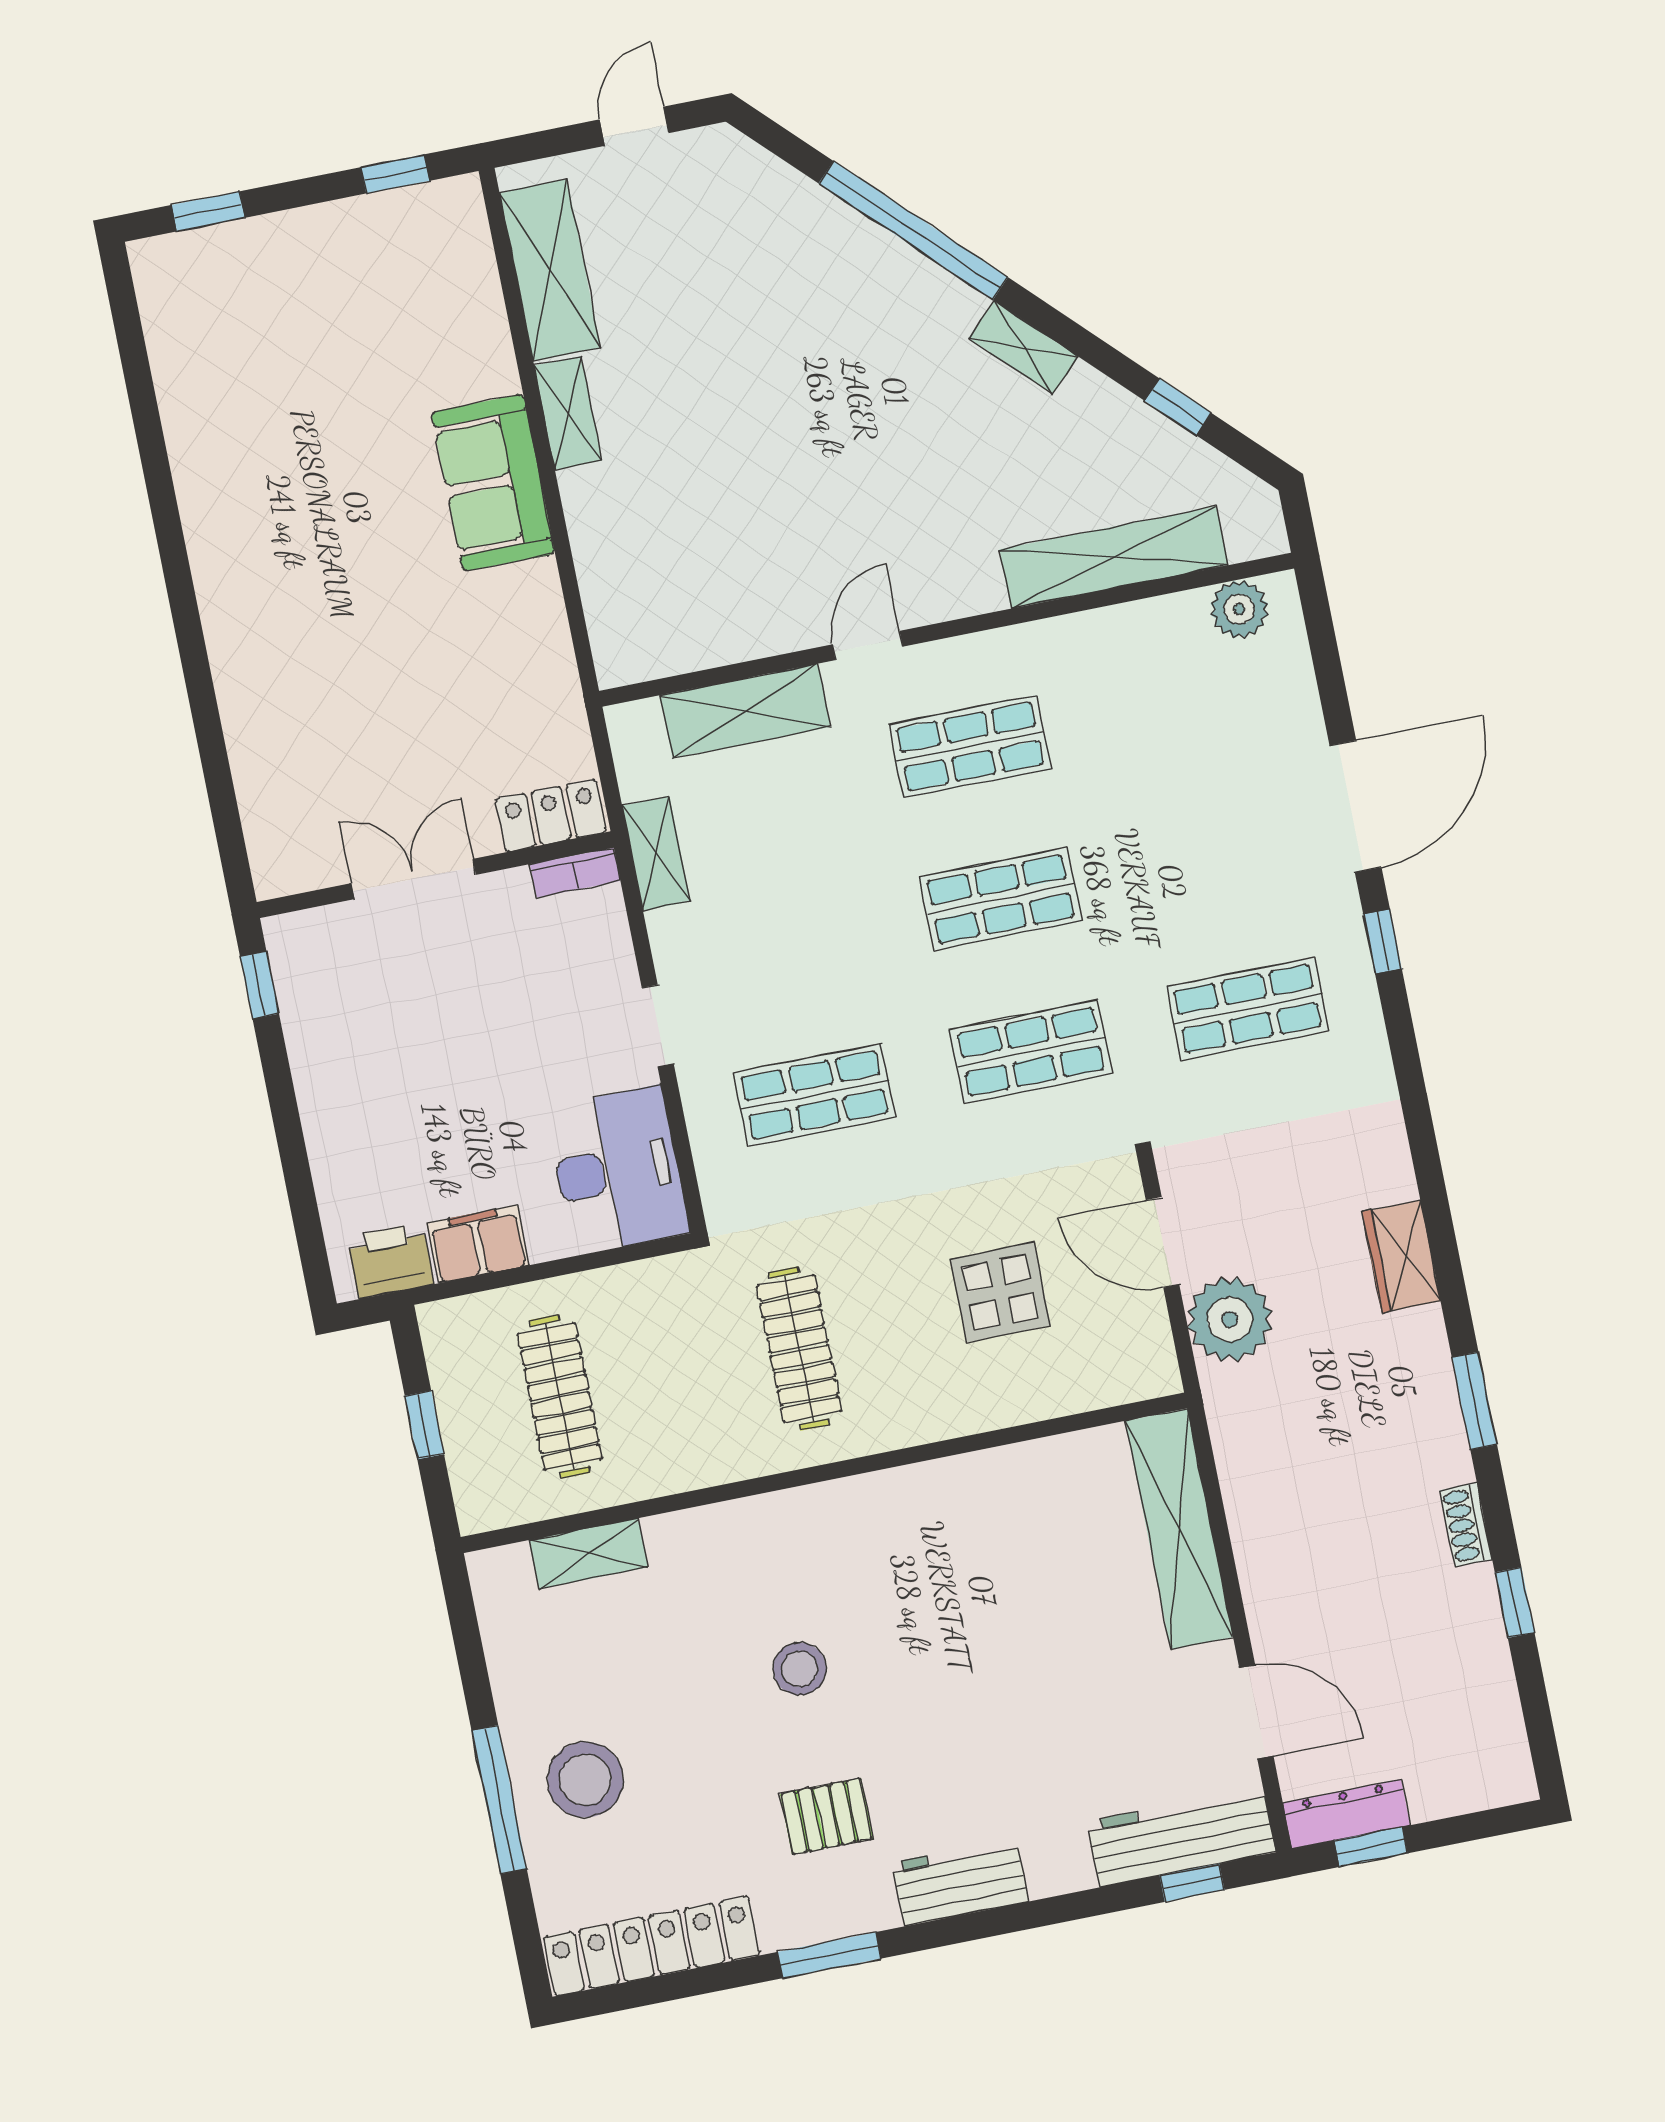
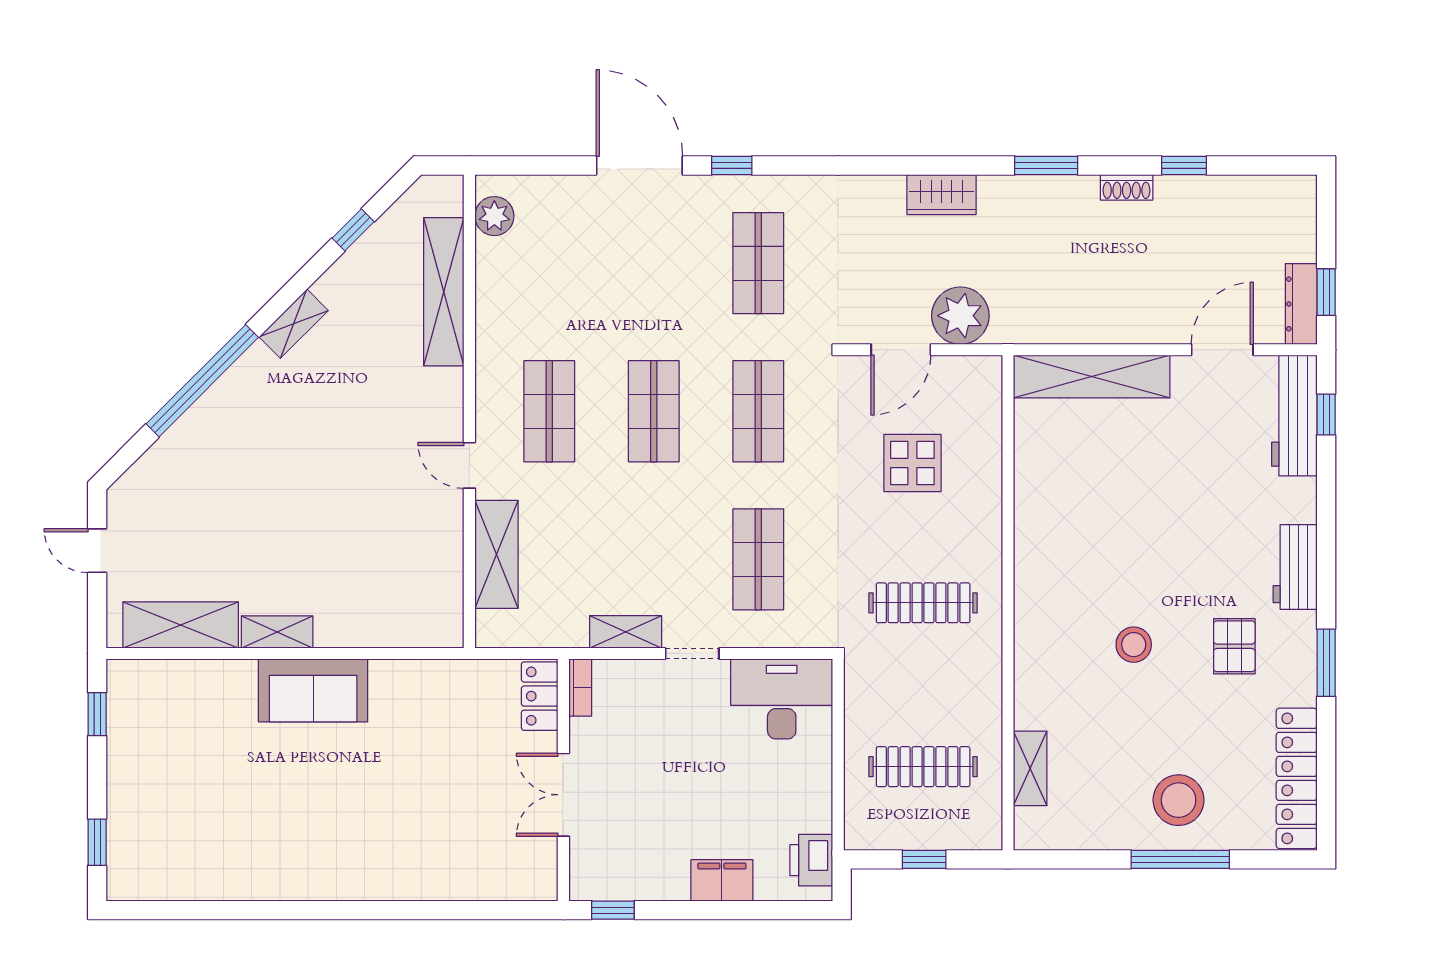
shelving: (656, 853) -> (626, 632), moved
filing cabinet: (478, 1244) -> (722, 880), moved, turned 90

